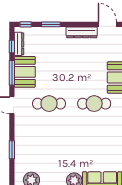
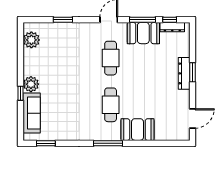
window: (26, 24) -> (193, 34), removed
window: (51, 24) -> (193, 72), moved
dresser: (82, 32) -> (184, 73), moved

